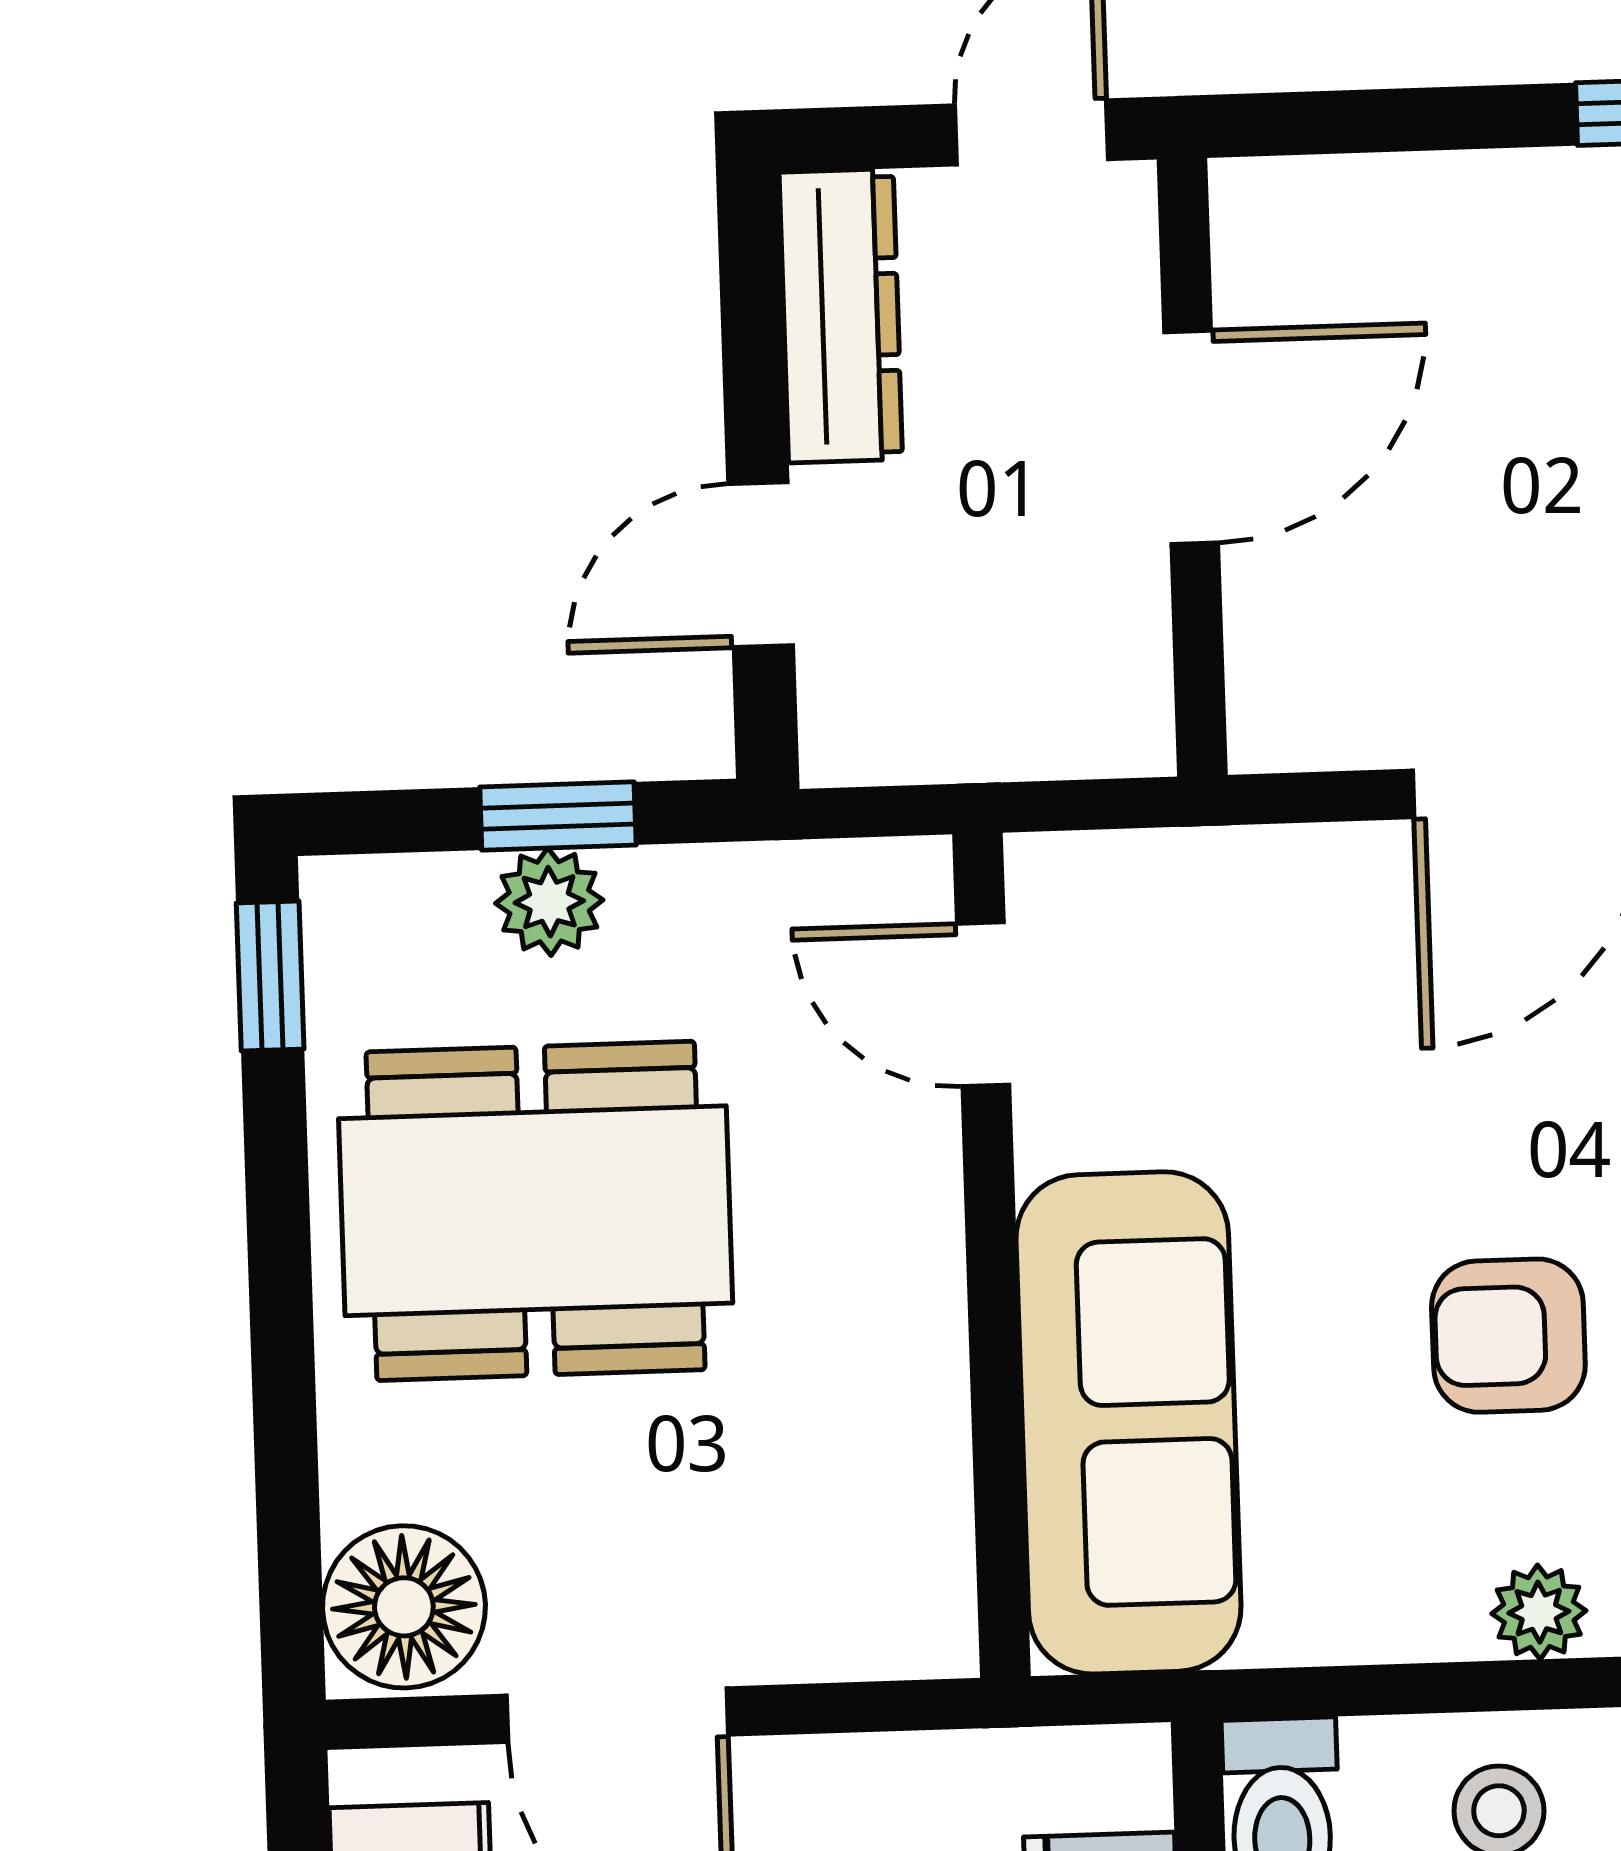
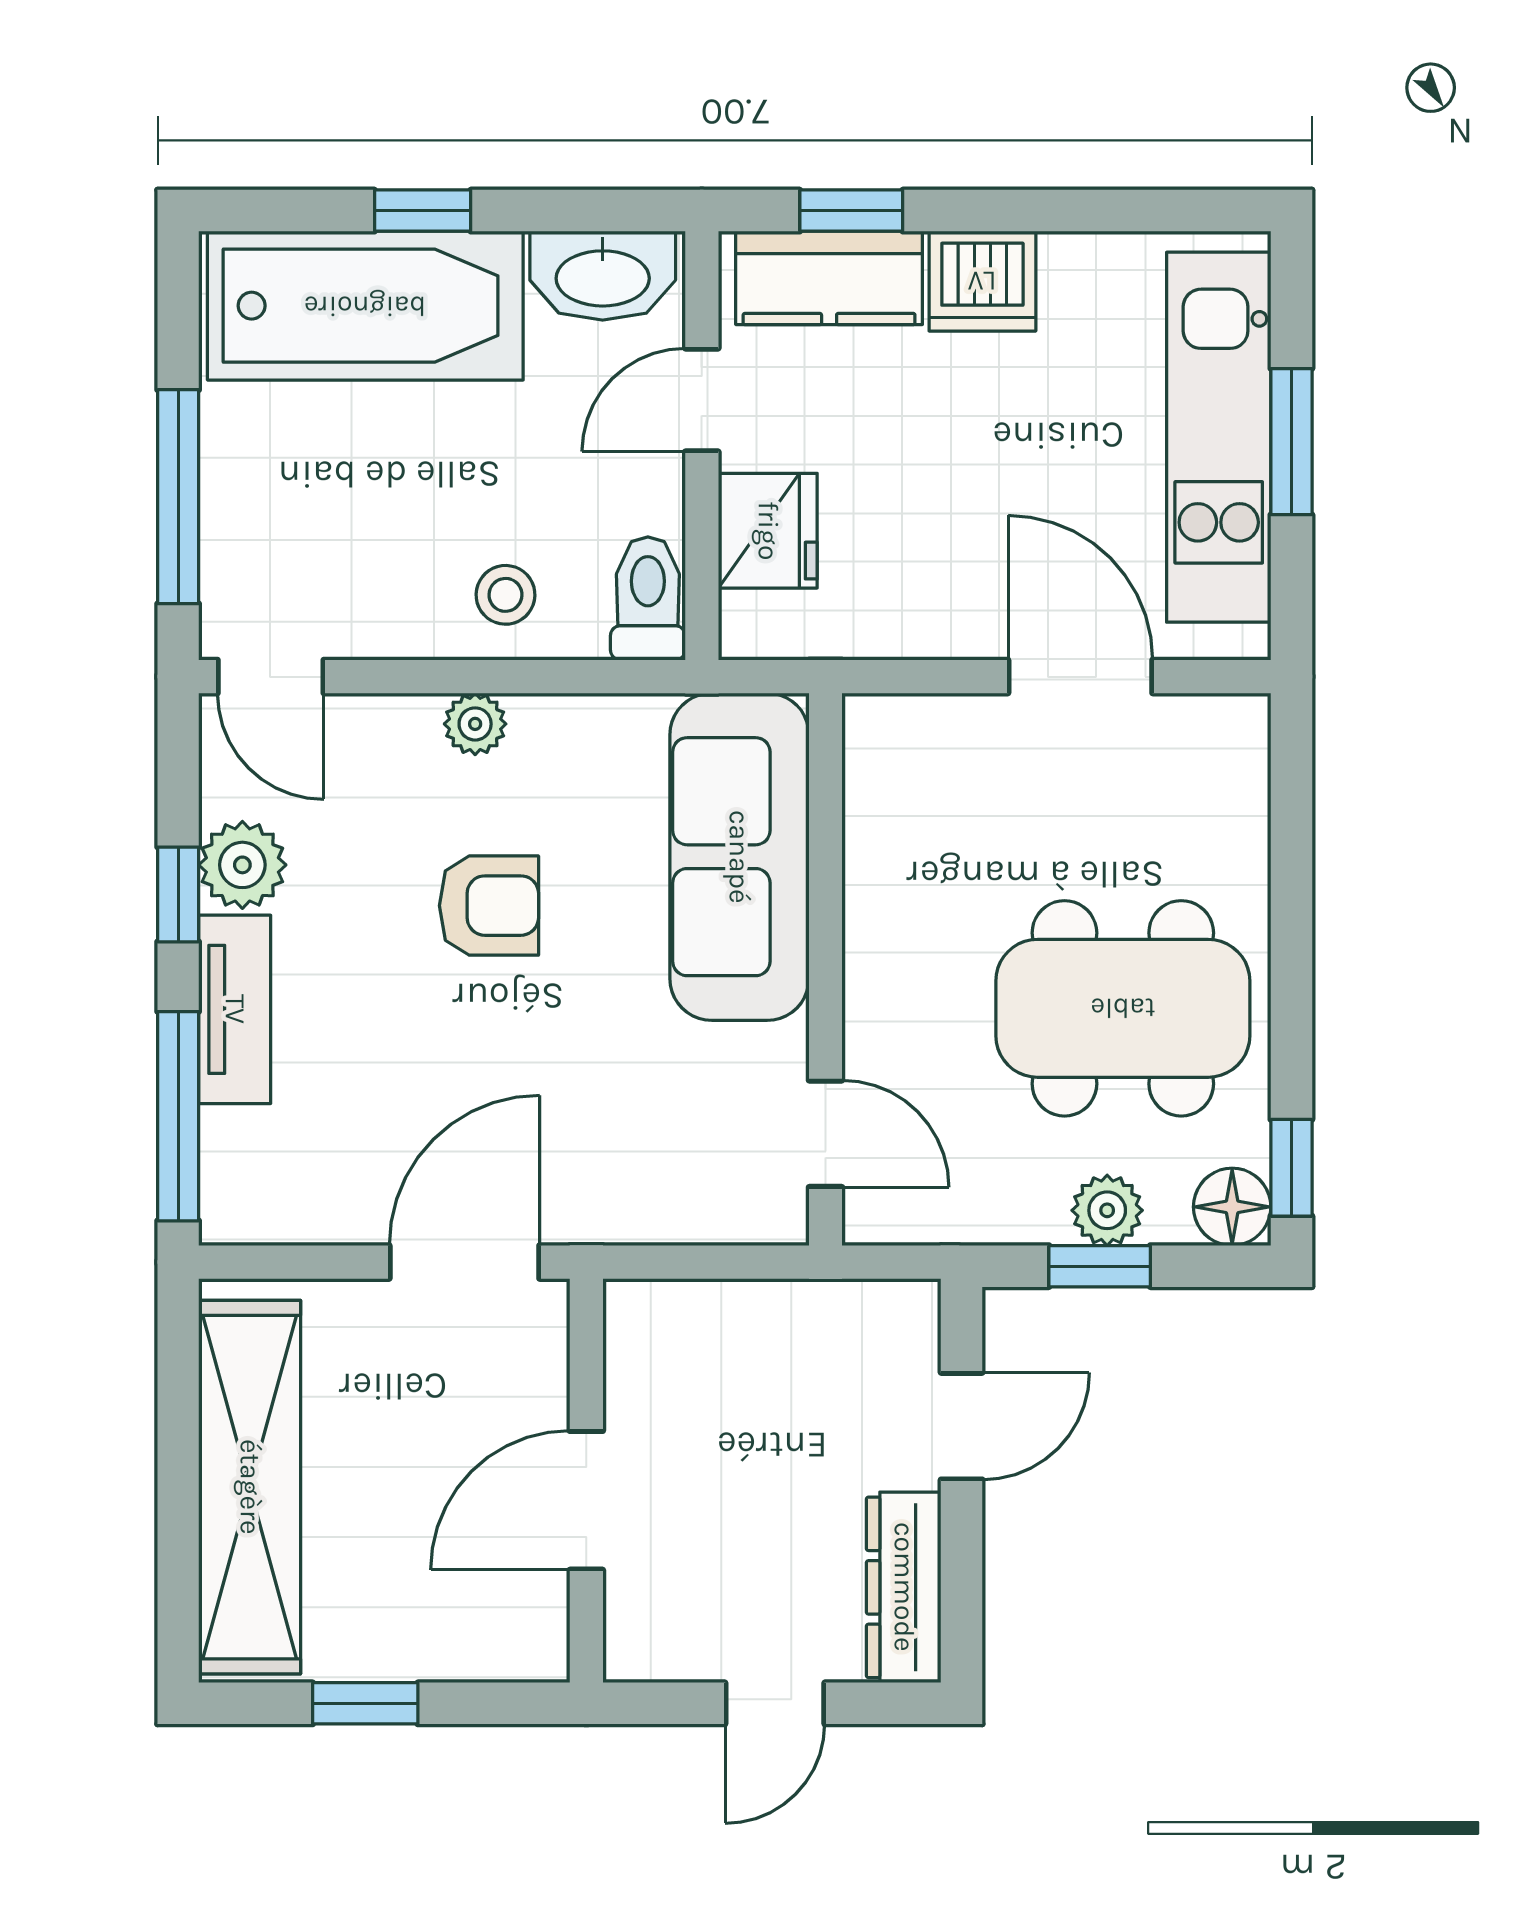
door: (1191, 437) -> (586, 1500), moved
wall: (1192, 467) -> (586, 1481), moved
floor lamp: (404, 1607) -> (1232, 1207), moved, width x0.73, depth x0.73

